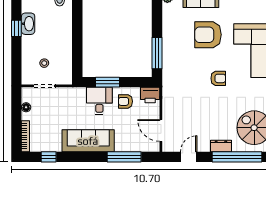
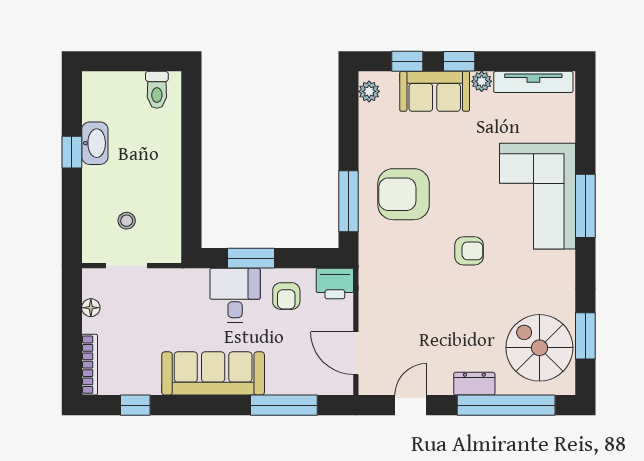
armchair: (208, 35) -> (404, 194), moved
armchair: (125, 101) -> (286, 296), turned -90

